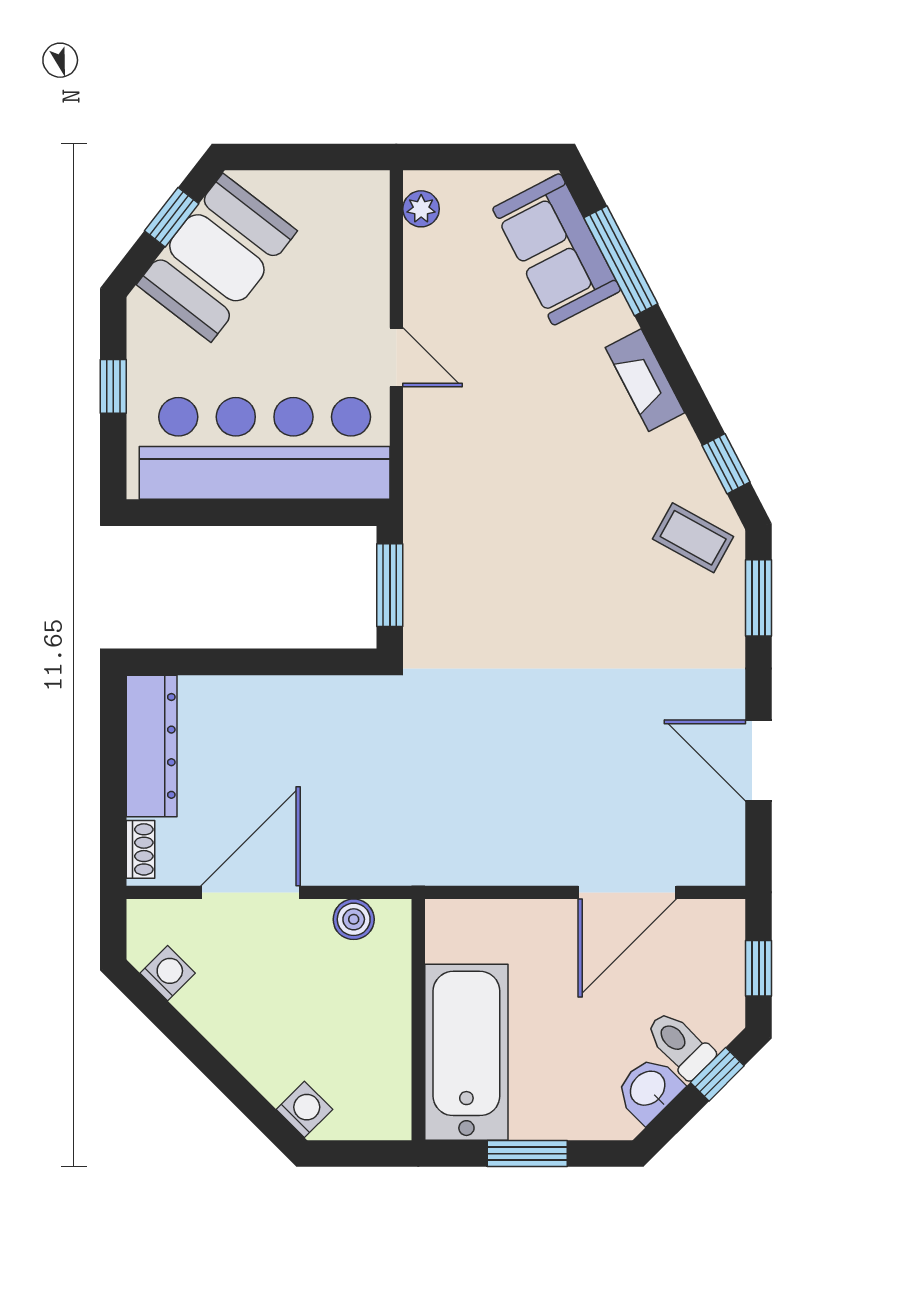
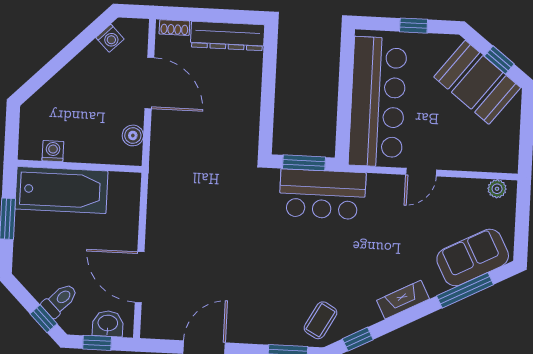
bar counter: (449, 547) -> (322, 194), added
washbasin: (649, 1089) -> (108, 324), moved, turned -45
washing machine: (304, 1109) -> (53, 151), moved, turned -135

